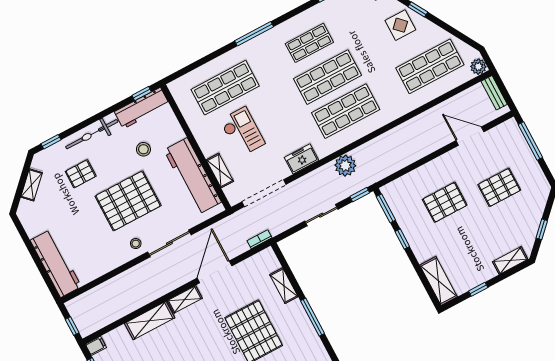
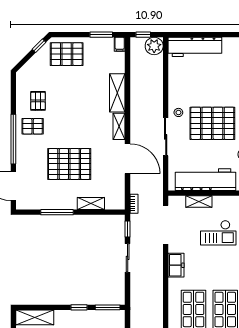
plant: (345, 166) -> (154, 46), moved
window: (360, 195) -> (128, 229), moved
pallet: (128, 201) -> (212, 123), turned 90

